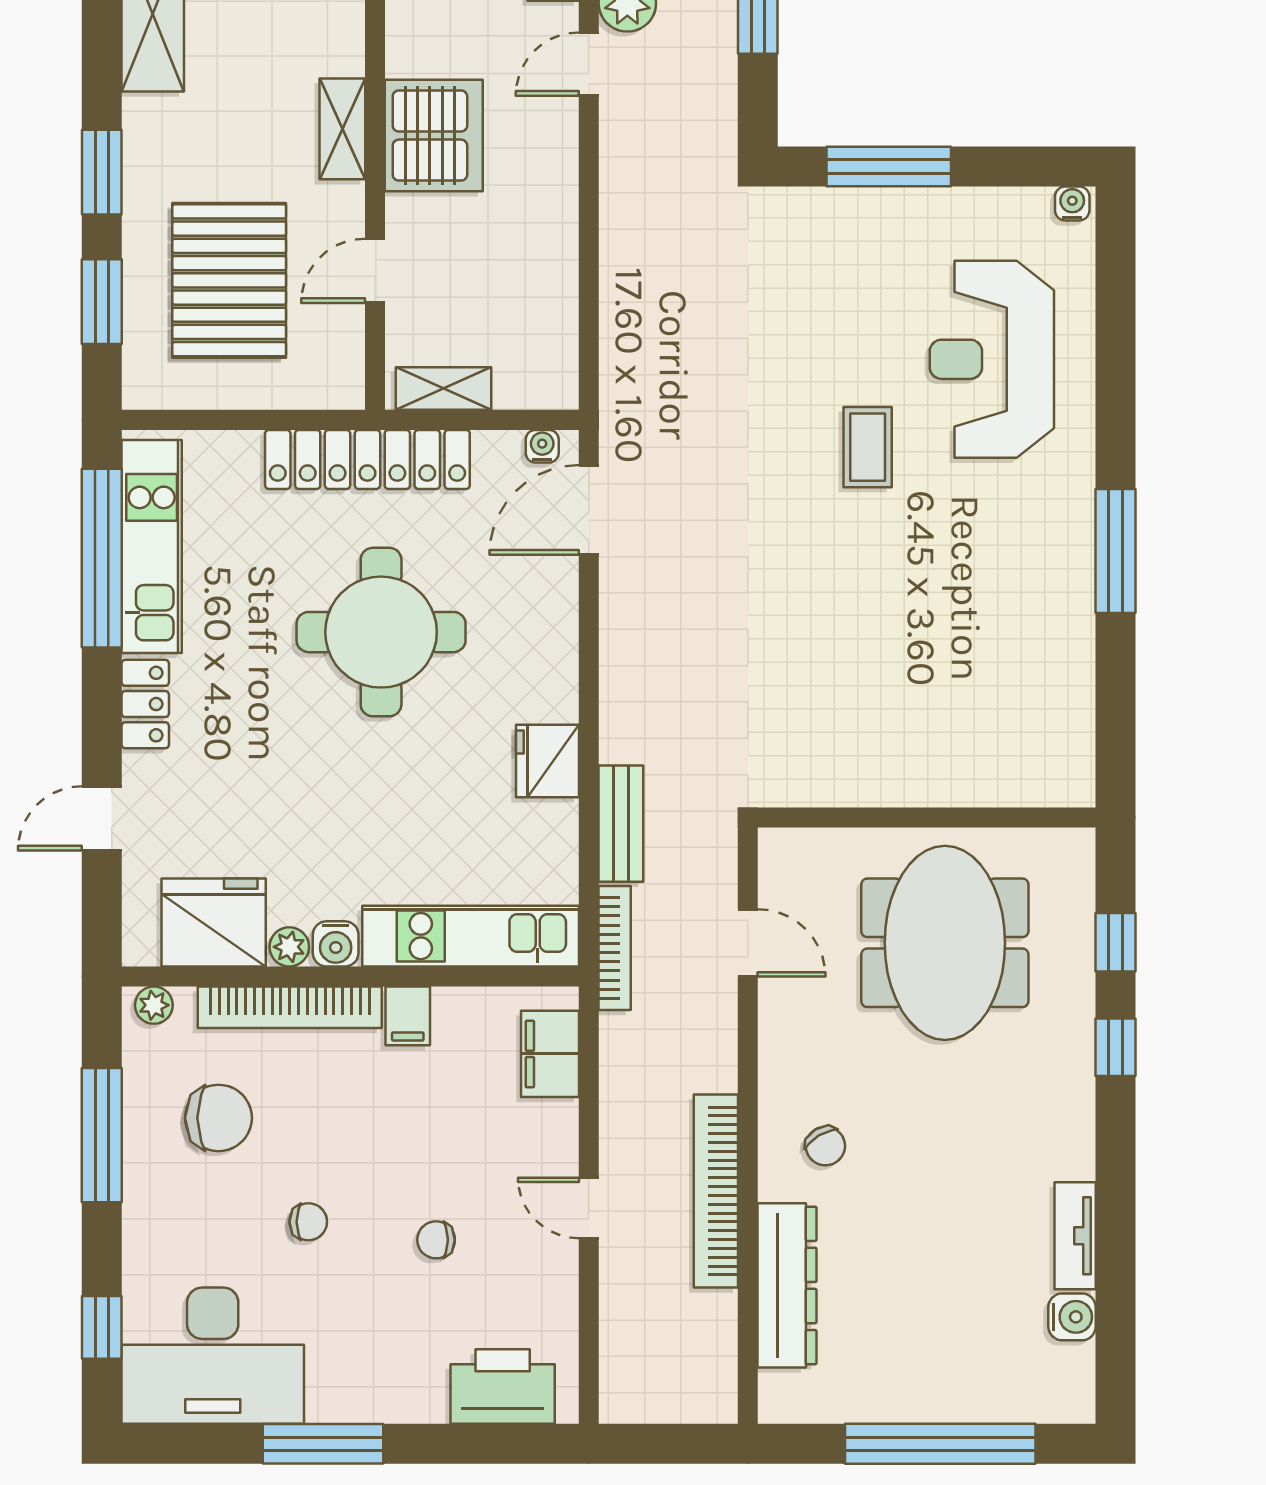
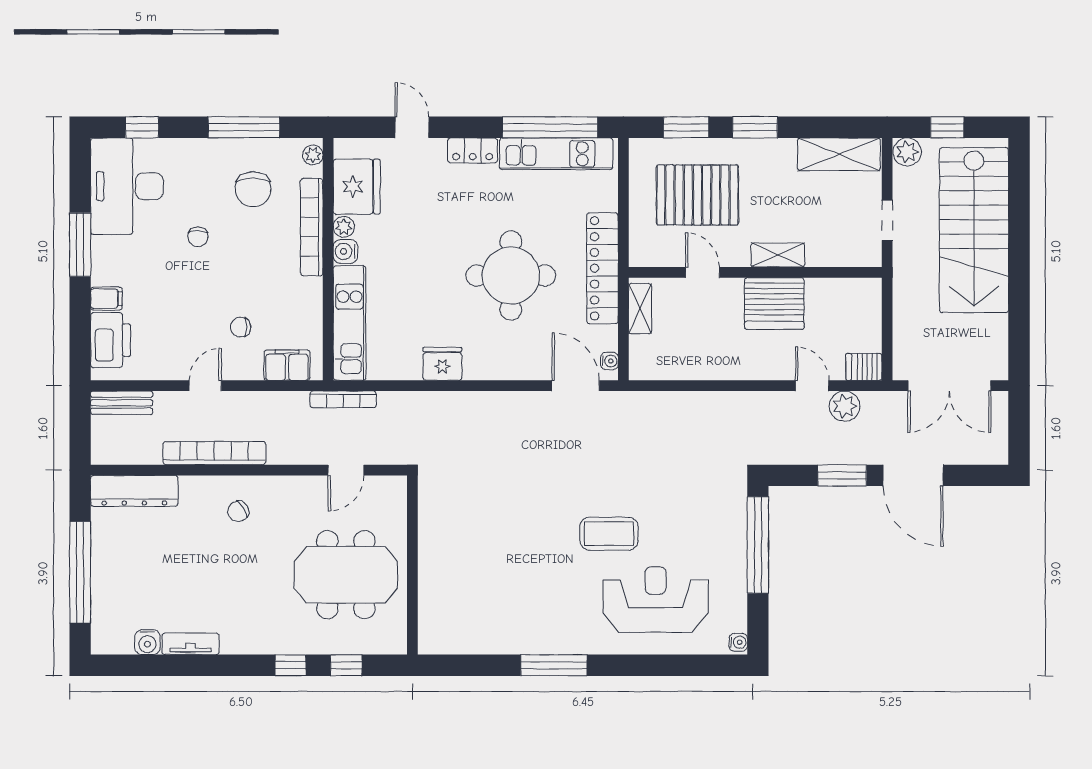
window: (889, 166) -> (758, 545), width x1.46
coffee table: (868, 447) -> (609, 534), width x1.36, depth x1.30
bench: (621, 824) -> (122, 403), moved
filing cabinet: (408, 1016) -> (106, 299), moved, turned 180
chair: (436, 1240) -> (241, 327), moved, turned -90
dresser: (787, 1285) -> (134, 491), moved

